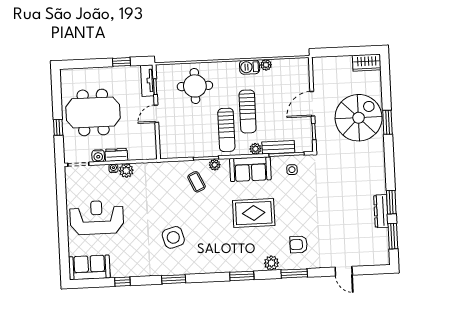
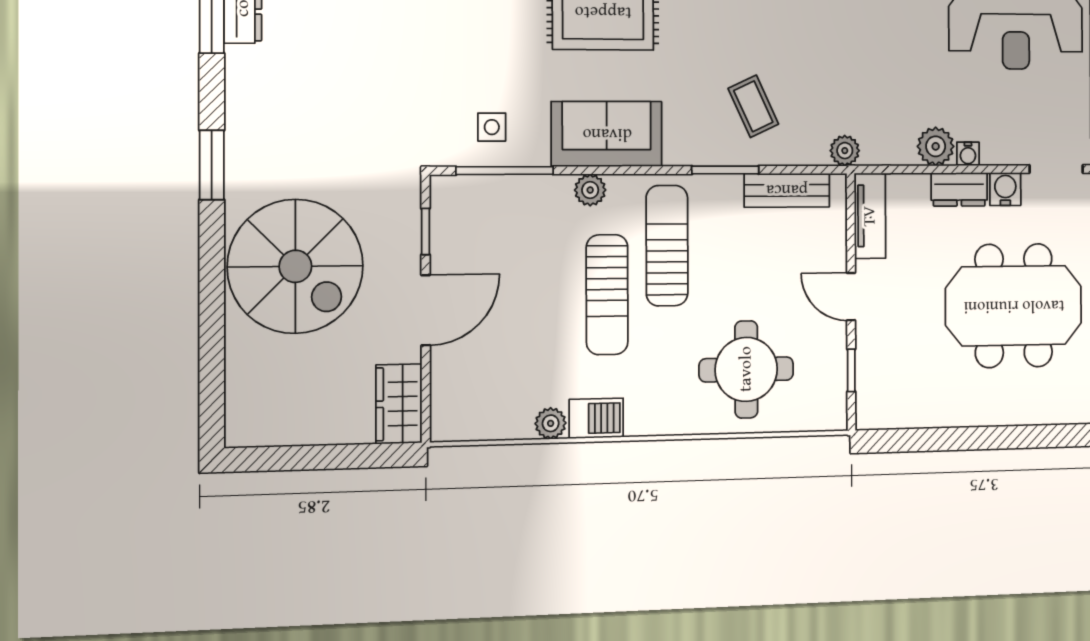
window: (121, 62) -> (936, 439), removed
wardrobe: (367, 63) -> (399, 404), moved, turned -90
tv unit: (147, 81) -> (870, 216), moved
sun lounger: (248, 111) -> (607, 295), turned 180
door: (156, 114) -> (851, 297), swing flipped
spiral stairs: (359, 118) -> (295, 266), turned -90
window: (387, 122) -> (212, 165), moved
bench: (278, 147) -> (787, 190), moved
plant: (215, 165) -> (845, 151), moved

